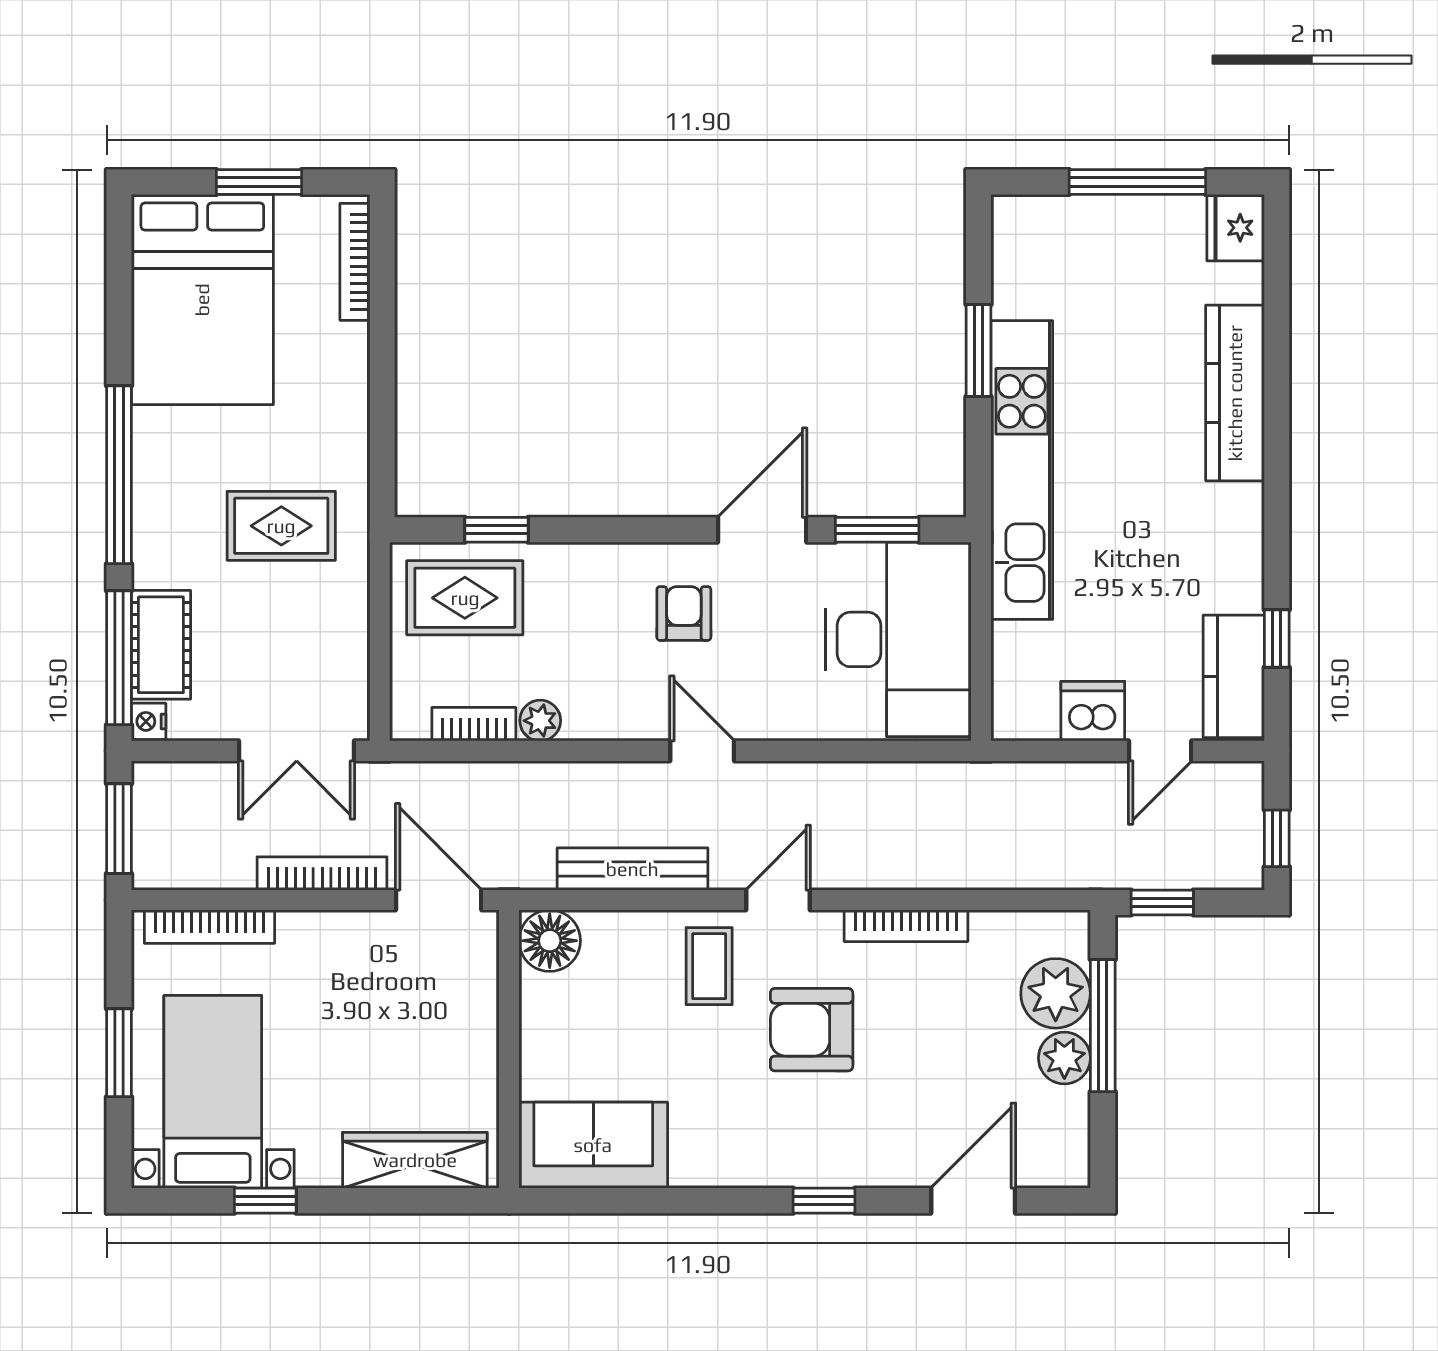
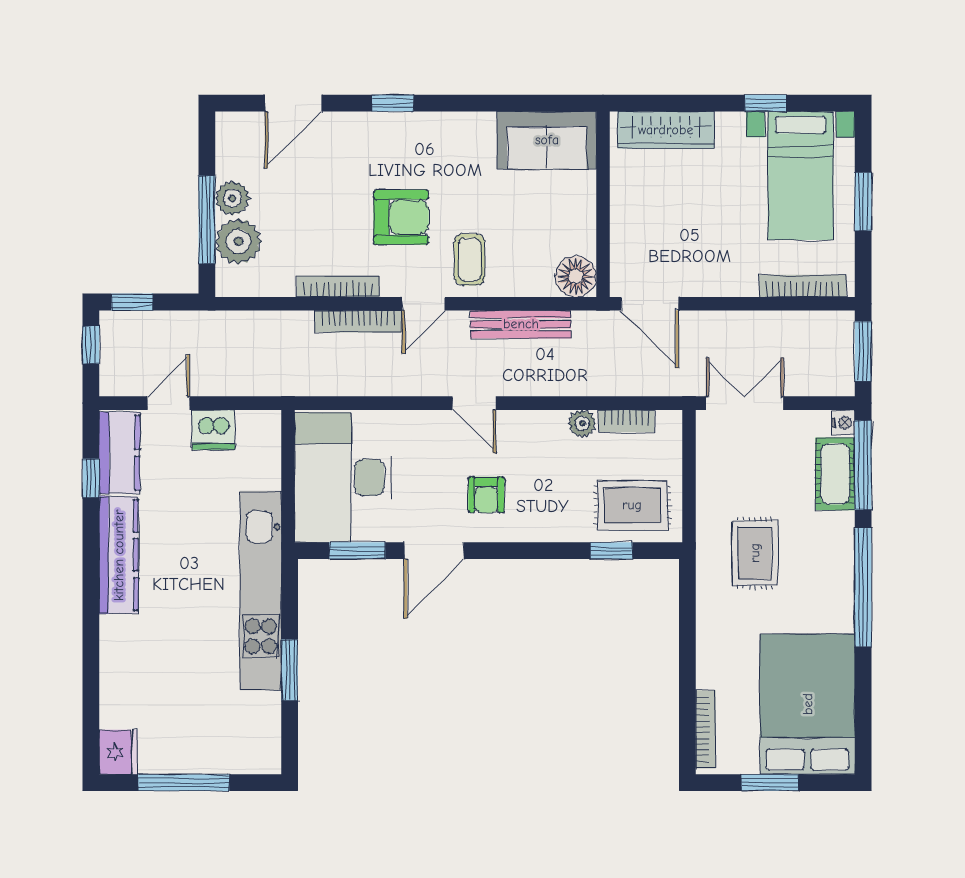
kitchen counter: (1235, 393) -> (119, 555), moved
rug: (281, 526) -> (755, 553), turned 90
bookcase: (322, 873) -> (358, 321), moved
window: (1162, 902) -> (132, 302), moved

